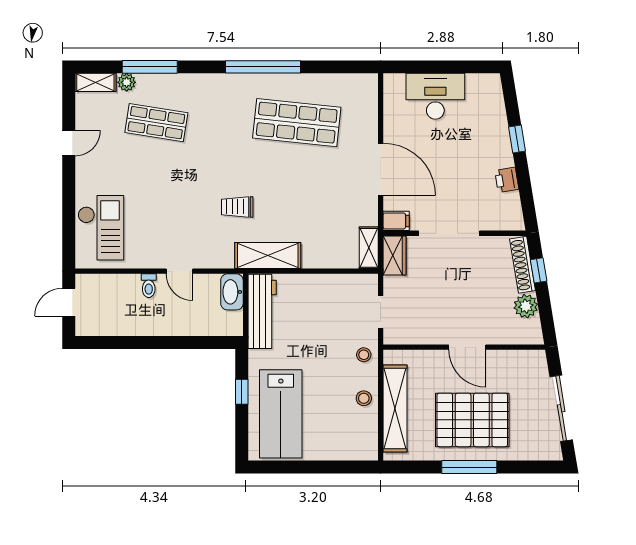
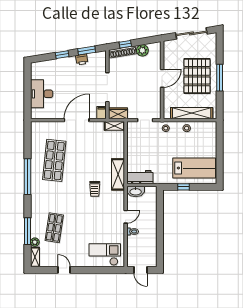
window: (525, 190) -> (87, 51), added
workbench: (262, 311) -> (140, 177), width x0.73

